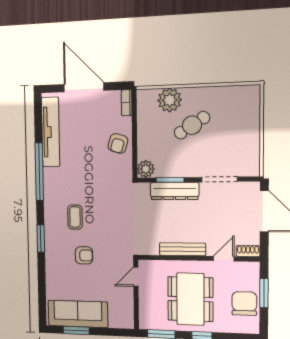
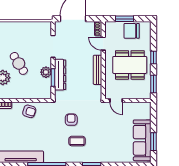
plant: (146, 169) -> (46, 72), moved
armchair: (84, 255) -> (71, 120), moved

